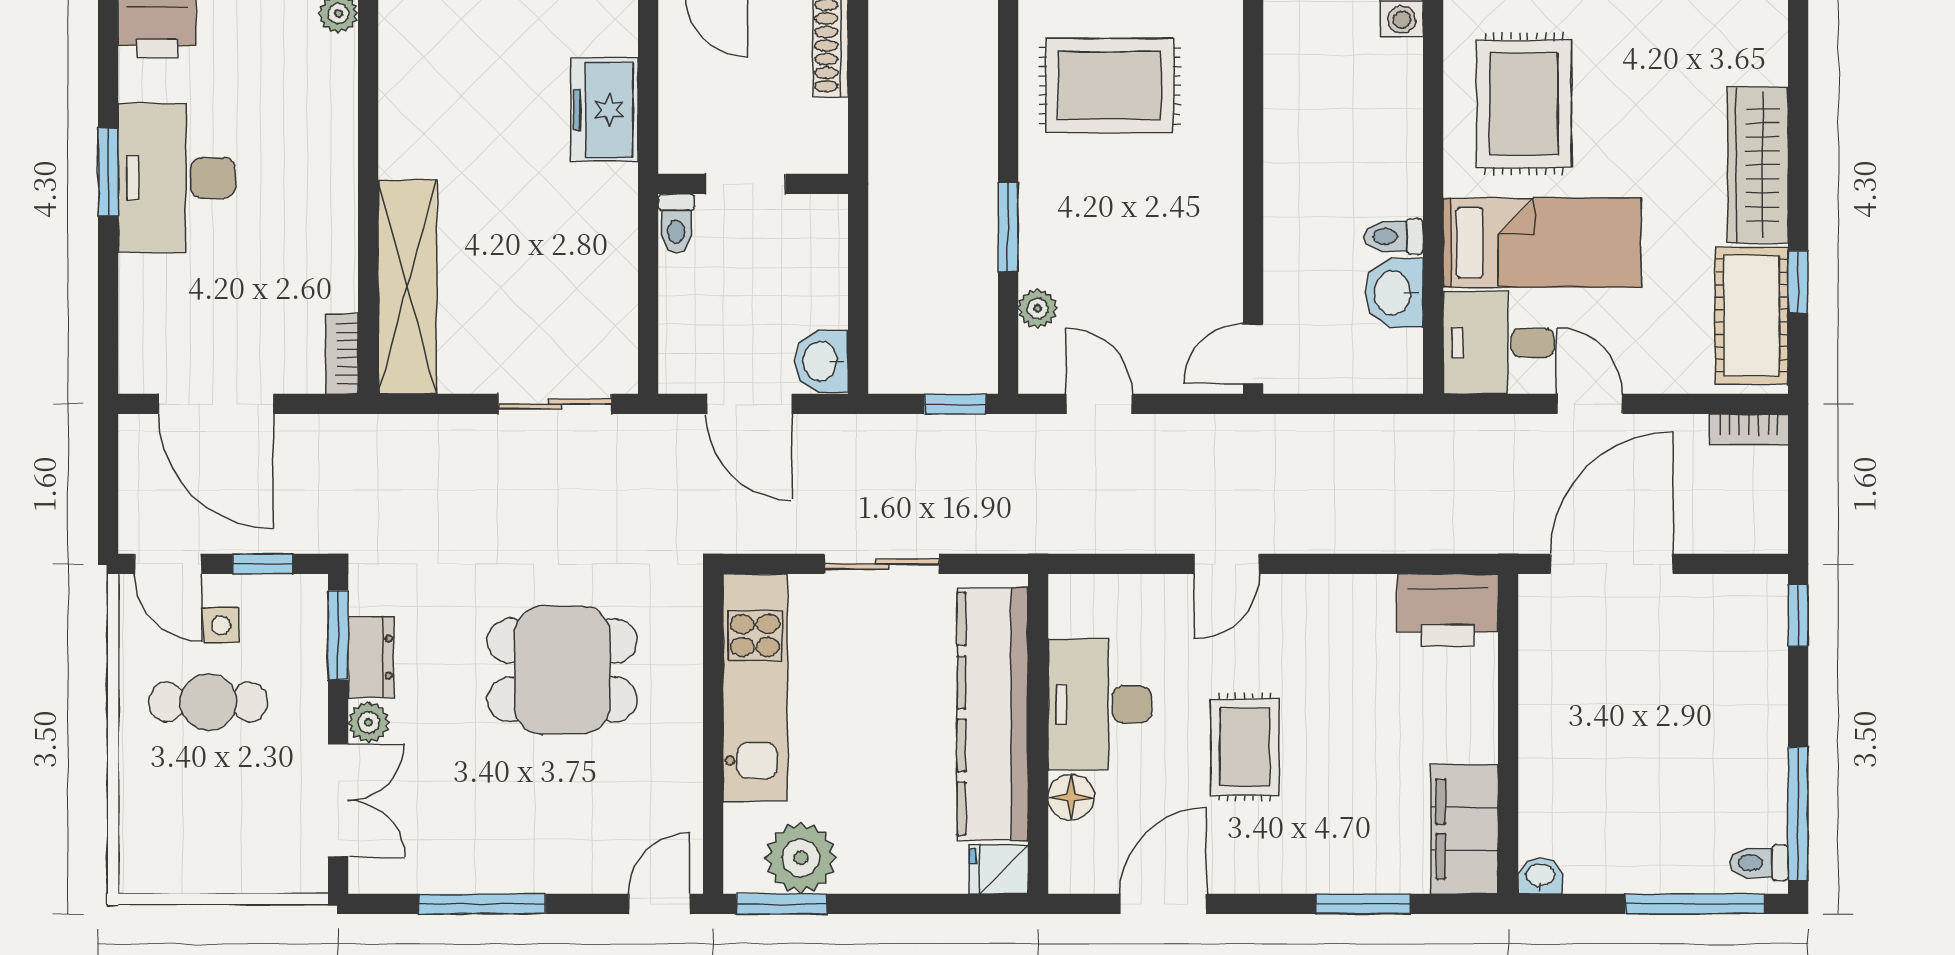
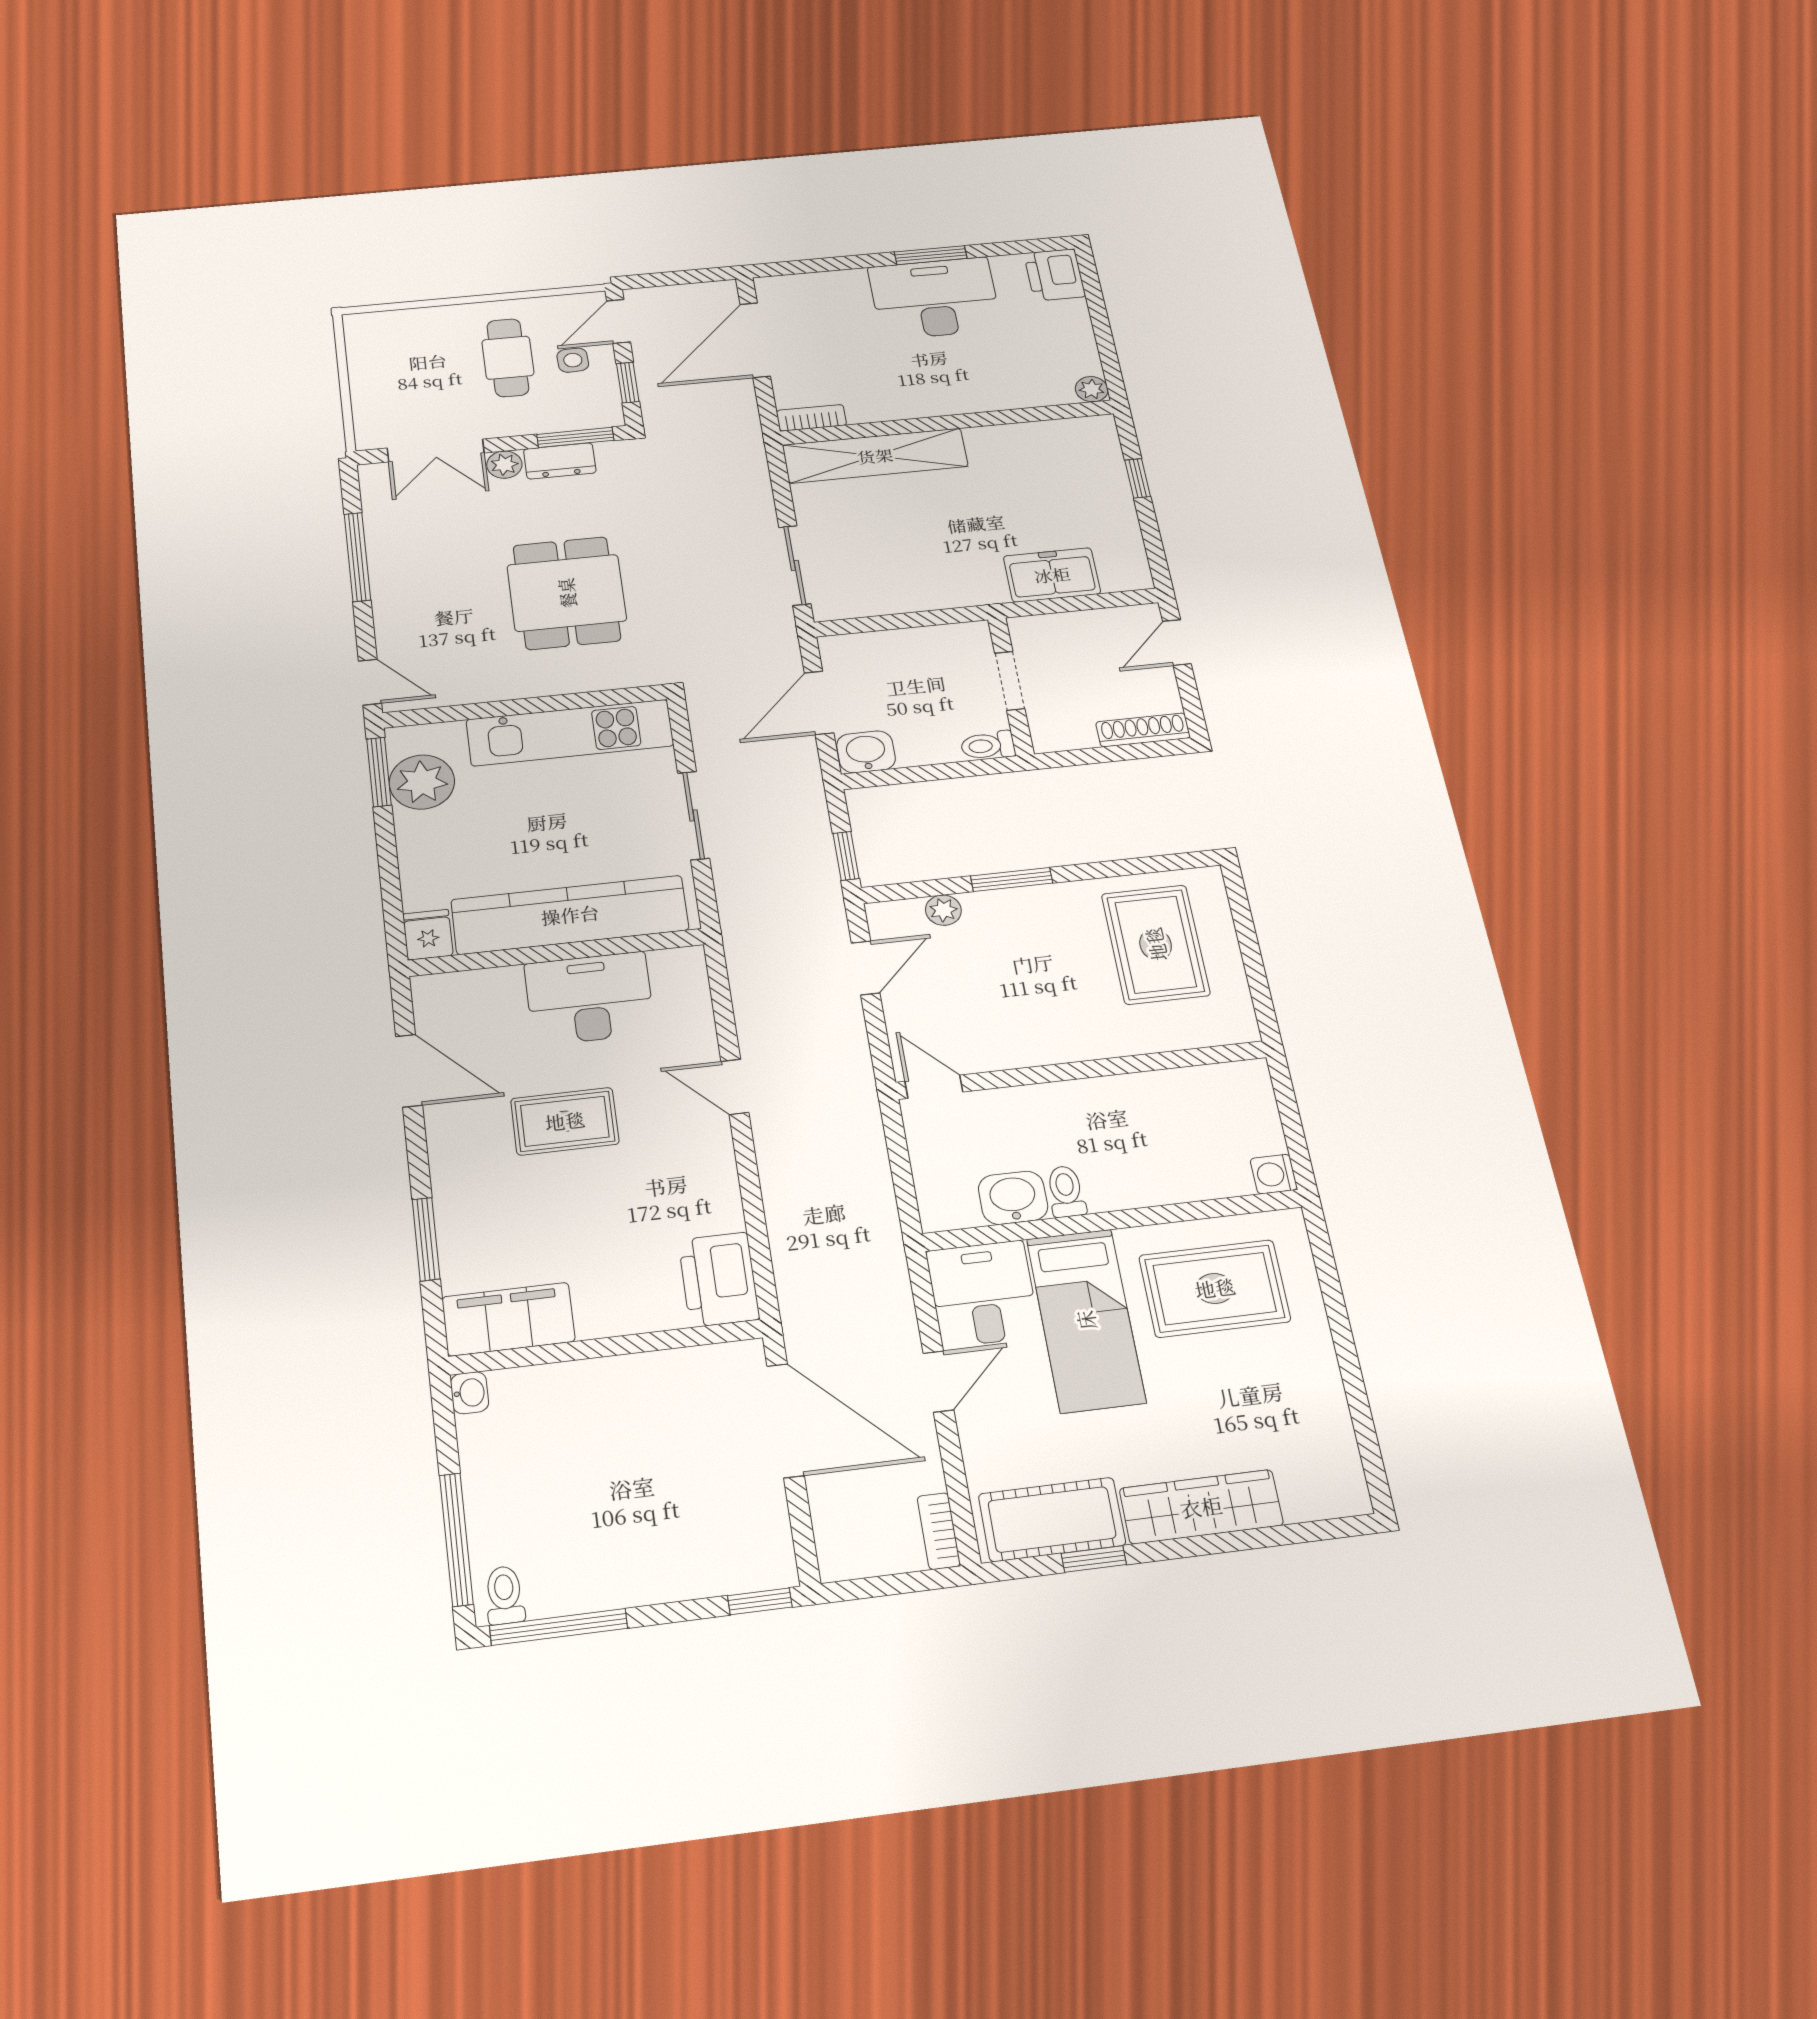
toilet: (676, 224) -> (988, 746), moved
floor lamp: (1071, 797) -> (501, 985), removed

